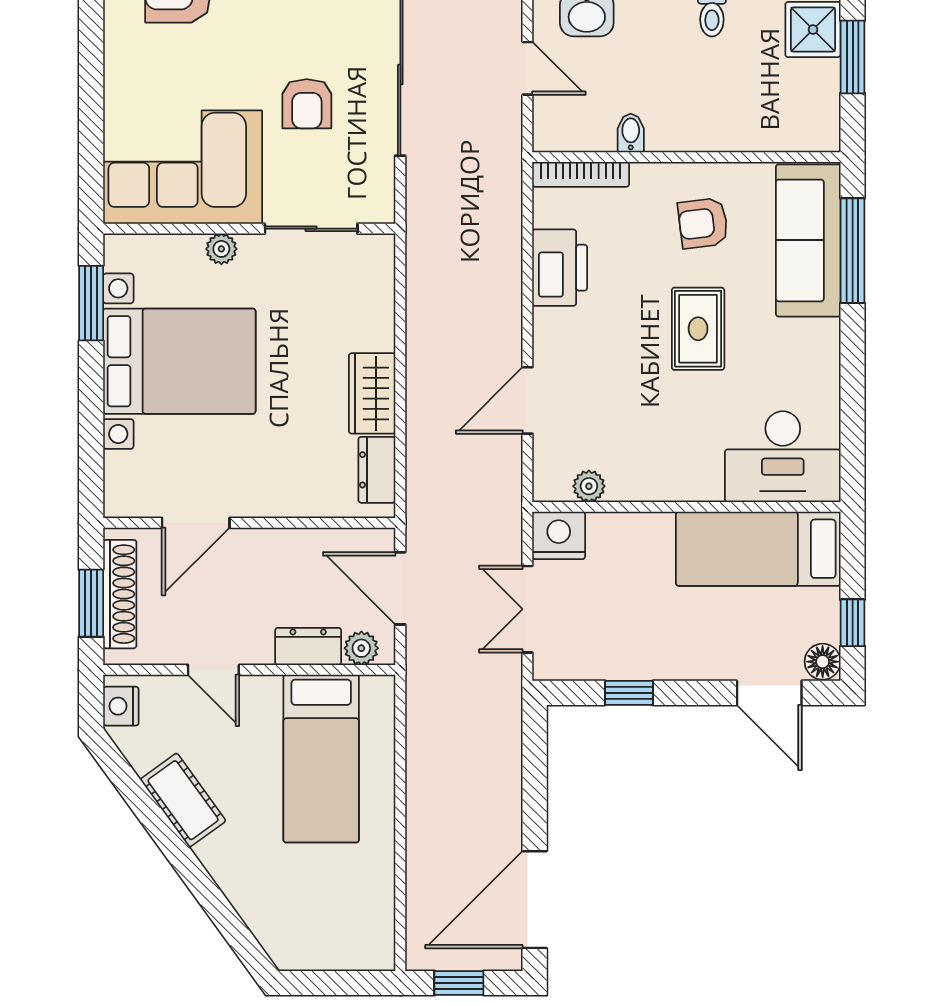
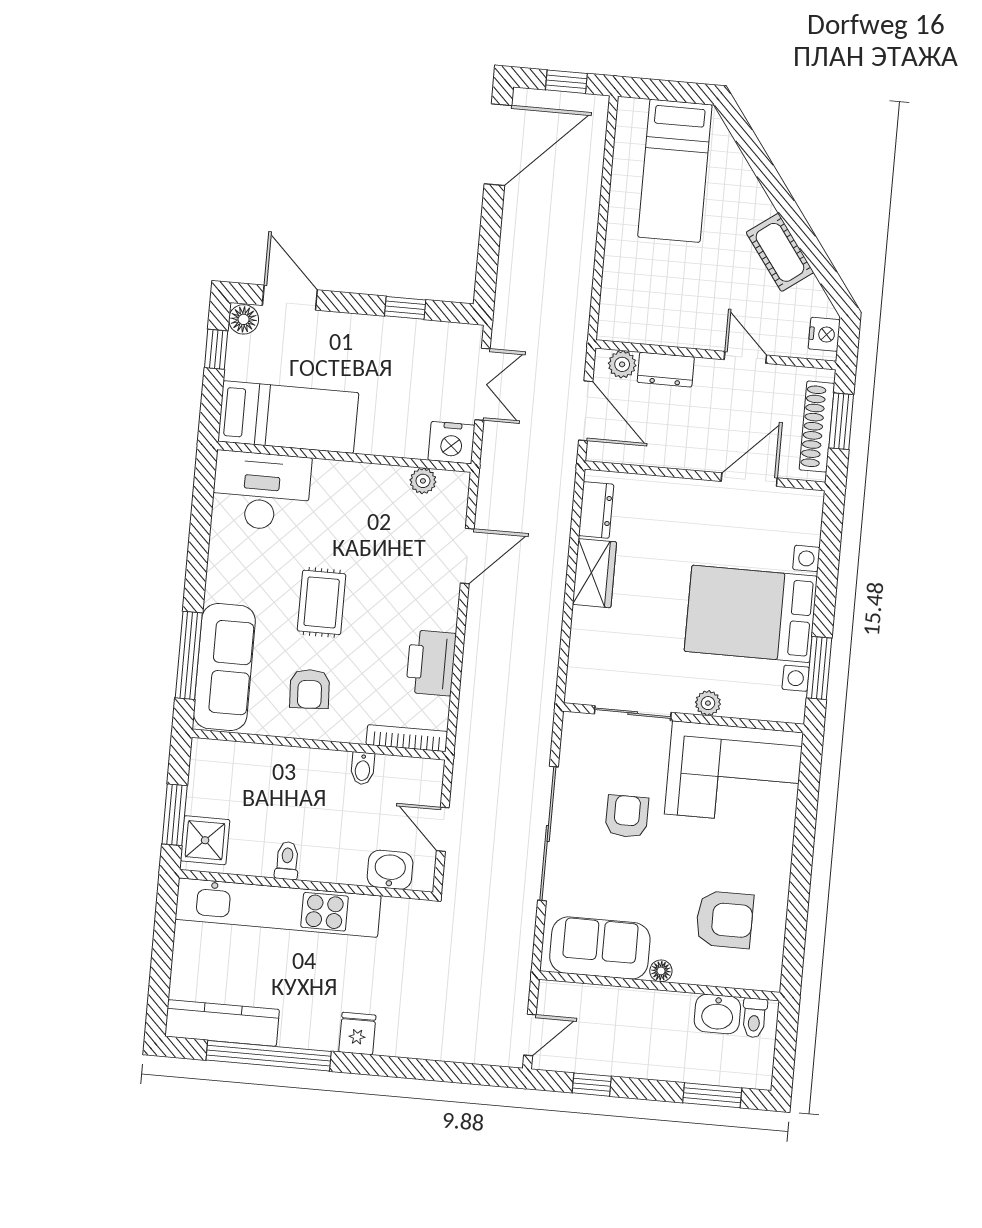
armchair: (703, 223) -> (310, 689), turned 94
bed: (321, 759) -> (675, 171), moved, turned 180

